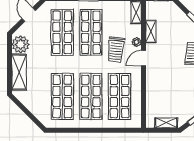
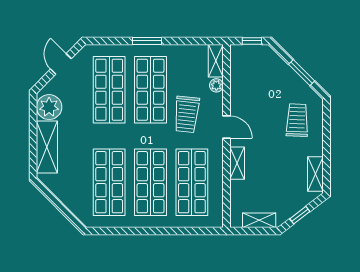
shelving: (151, 32) -> (237, 163), moved
plant: (137, 42) -> (216, 85), moved
door: (144, 58) -> (227, 127), swing flipped

